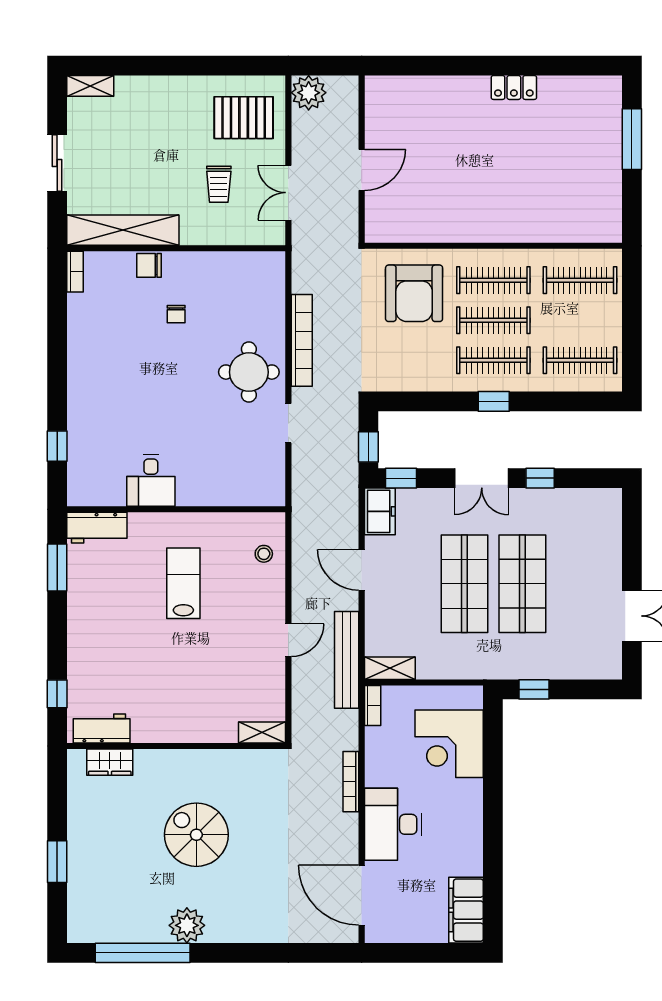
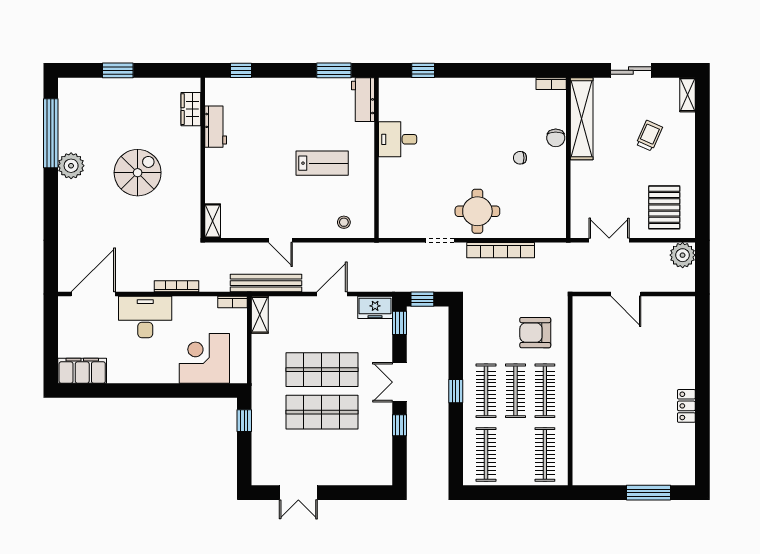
trolley: (219, 184) -> (649, 136), moved, turned 114
chair: (149, 265) -> (556, 138), turned 180
armchair: (414, 293) -> (535, 333), width x0.73, depth x0.73
workbench: (102, 728) -> (216, 127), moved

